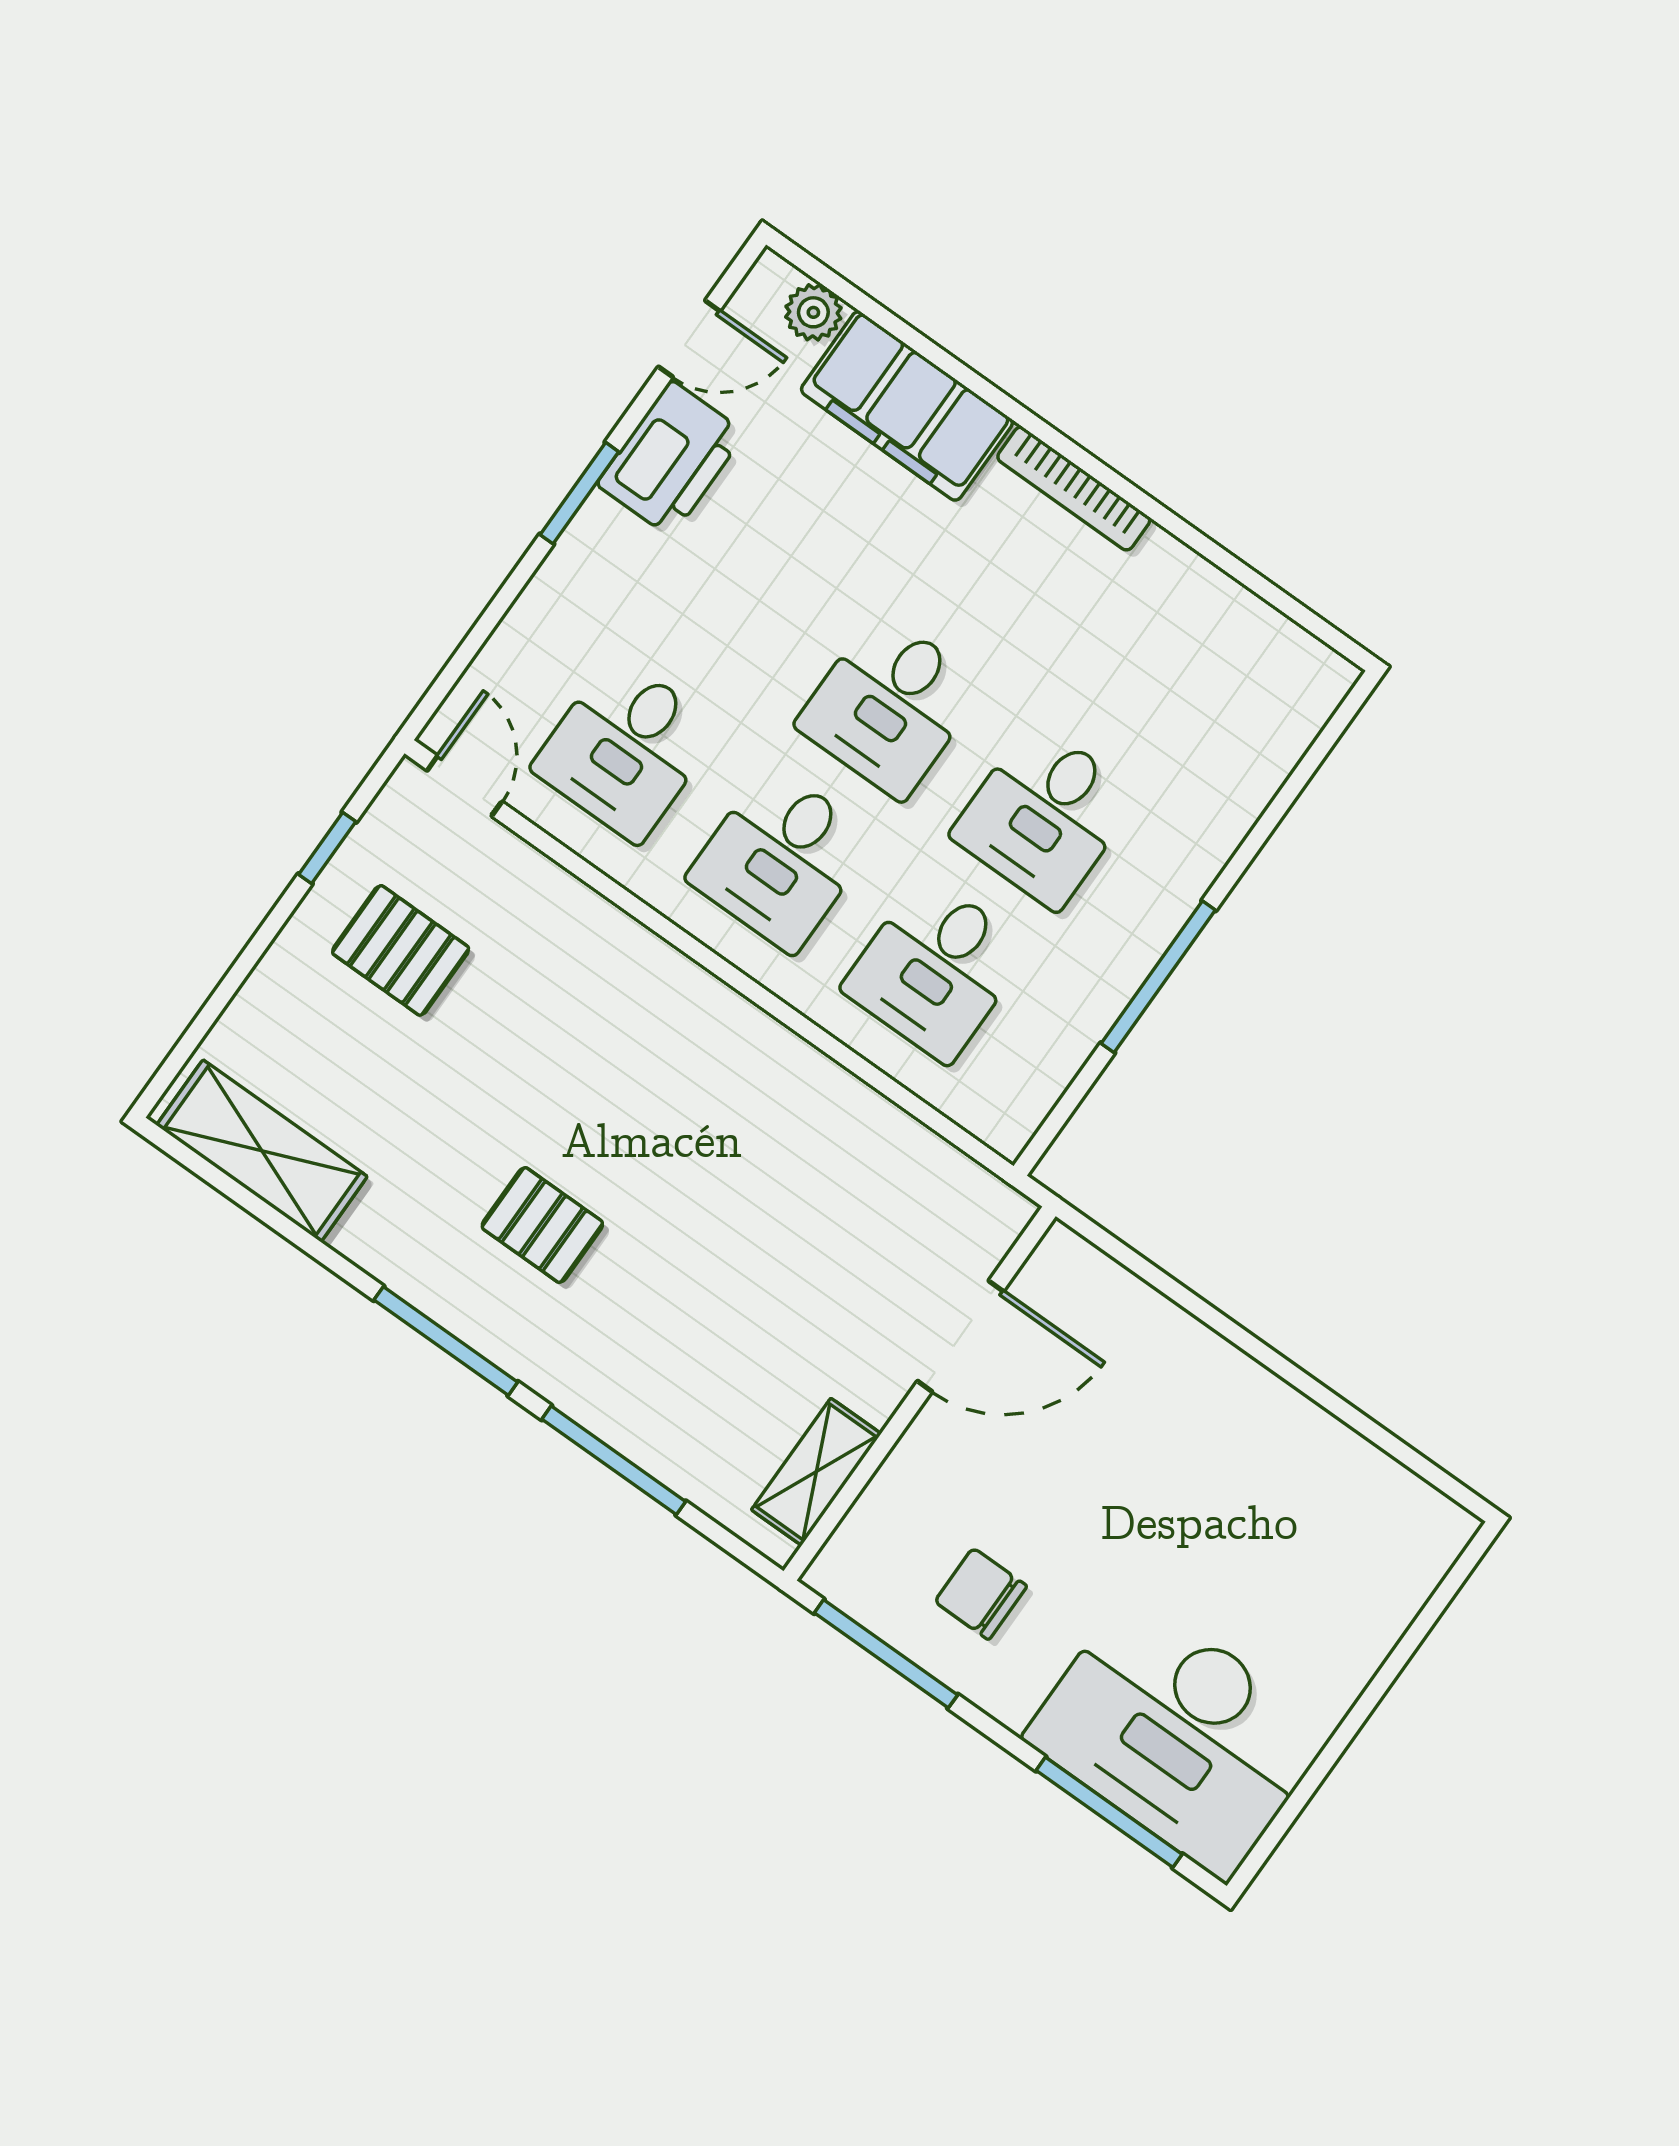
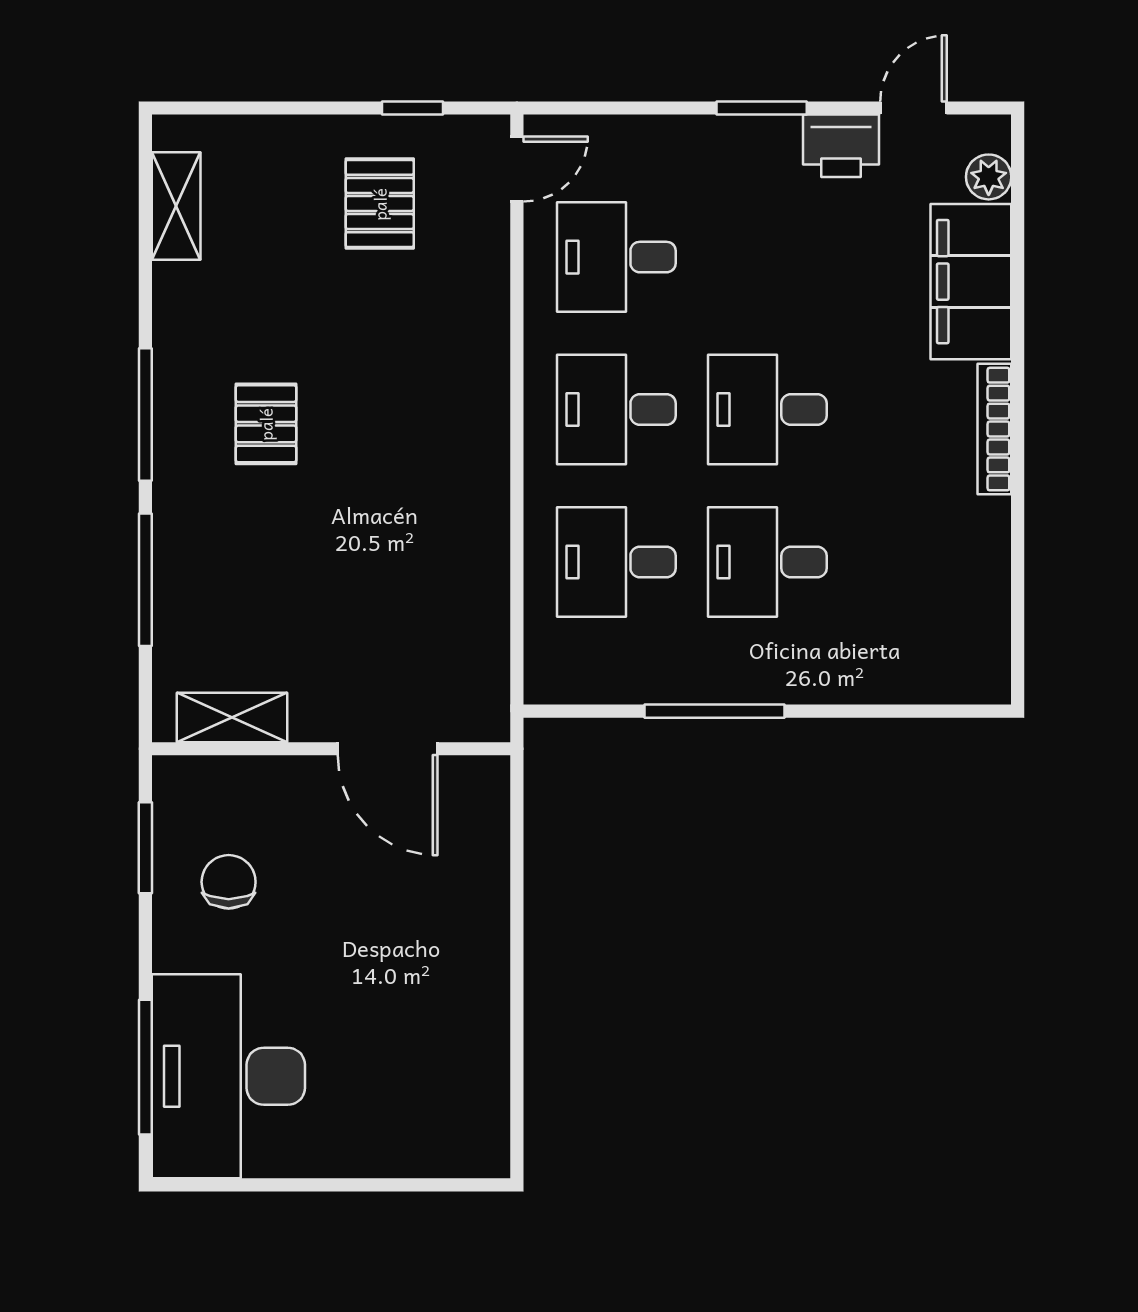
door: (689, 339) -> (914, 108), swing flipped
printer: (671, 459) -> (841, 146), width x0.73, depth x0.84
shelving: (262, 1151) -> (176, 206), width x0.67, depth x0.75
window: (886, 1654) -> (145, 848), width x0.69

